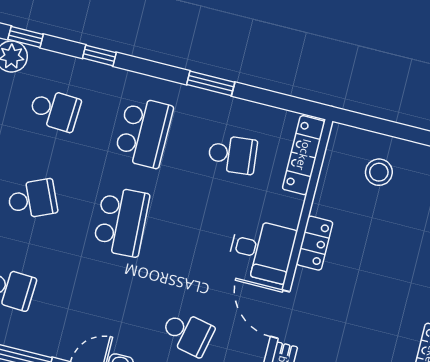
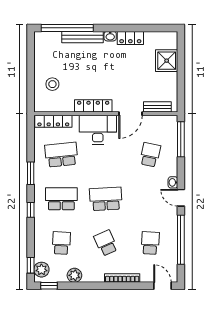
window: (99, 55) -> (31, 210), moved
school desk: (232, 154) -> (61, 155), width x1.85
locker: (315, 243) -> (93, 106), width x1.53
desk: (262, 250) -> (98, 130), width x1.37

